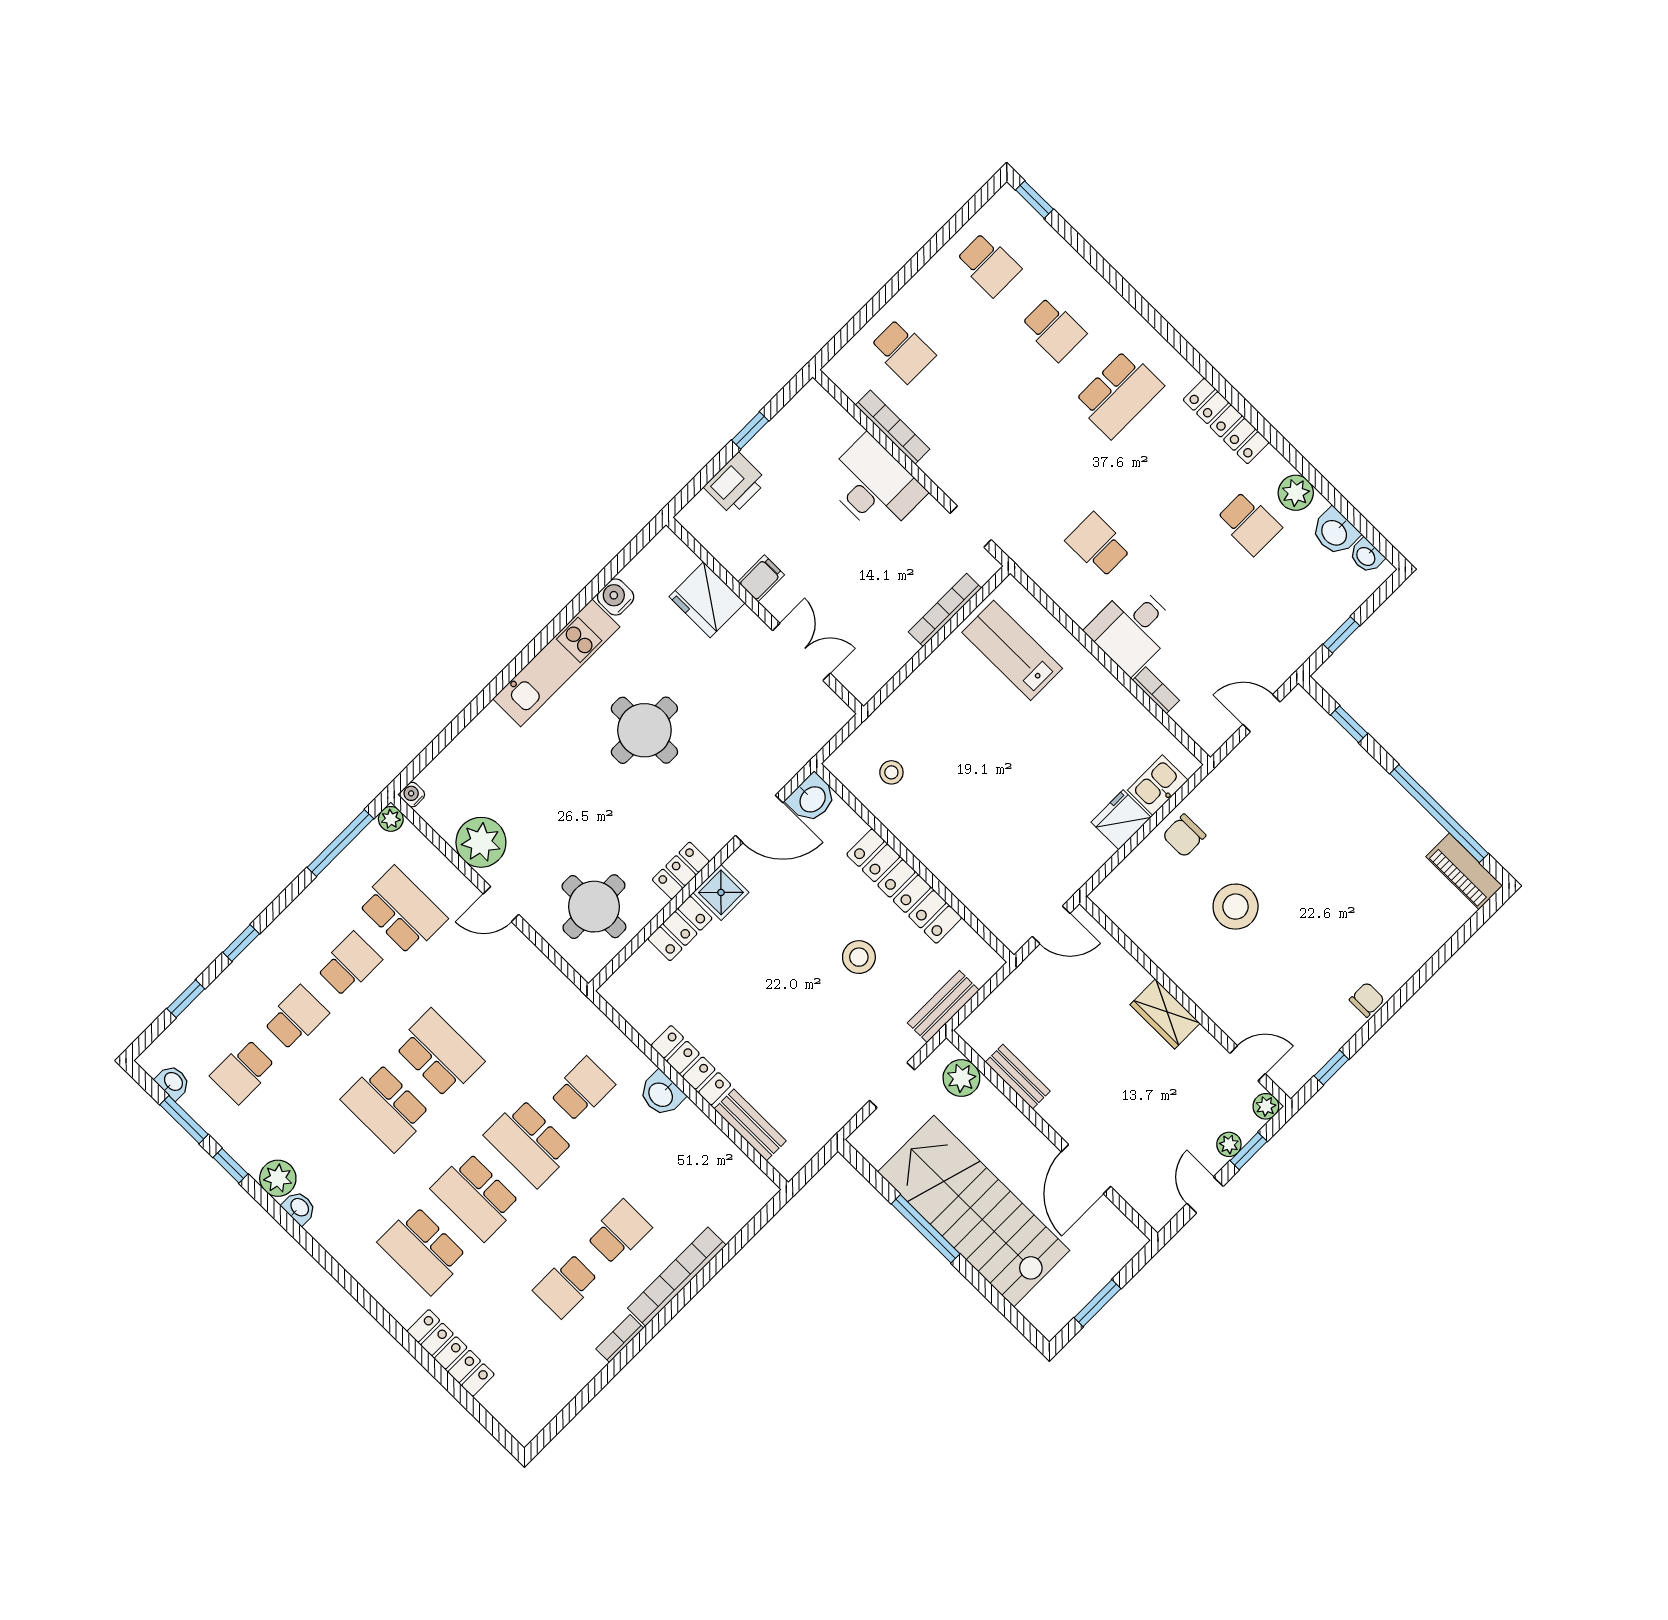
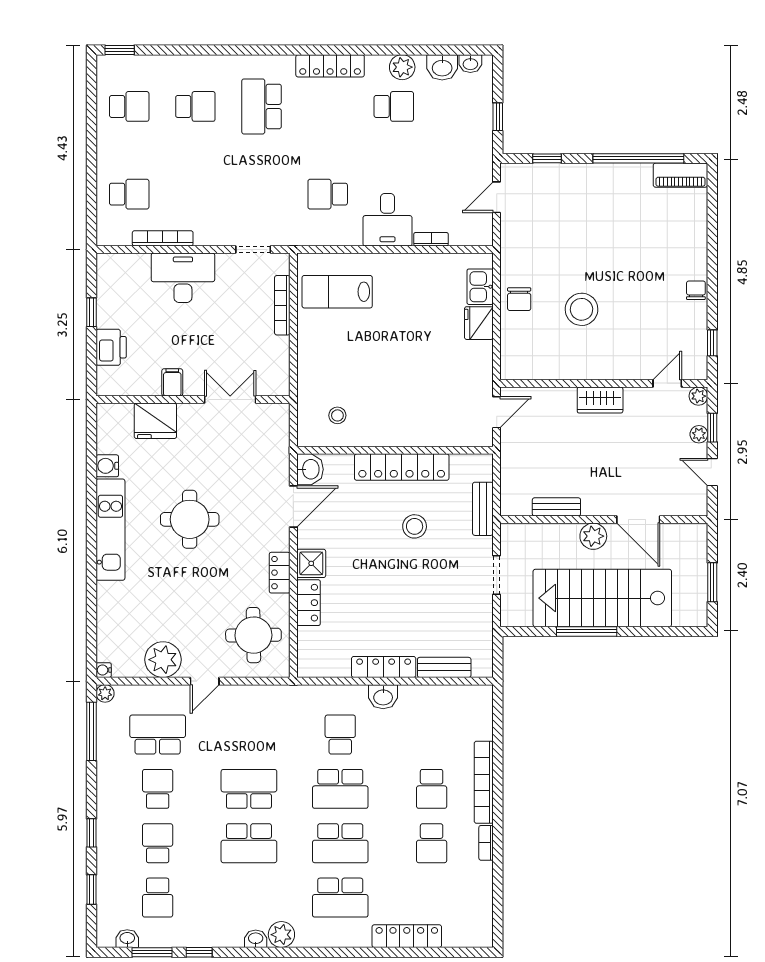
school desk: (1119, 394) -> (262, 106), turned 180
plant: (961, 1078) -> (593, 536), moved
plant: (278, 1178) -> (281, 935), moved
school desk: (619, 1232) -> (432, 789), turned 180

